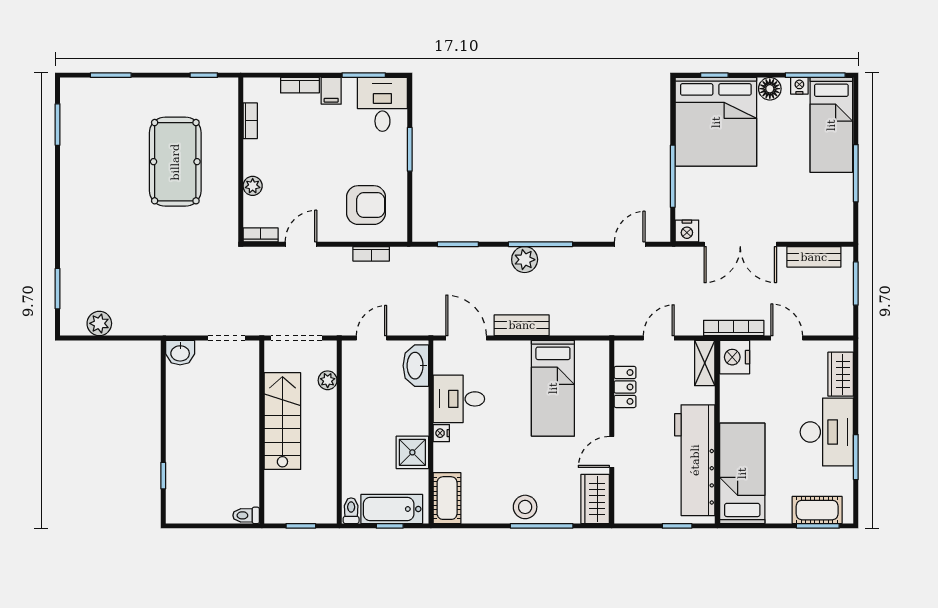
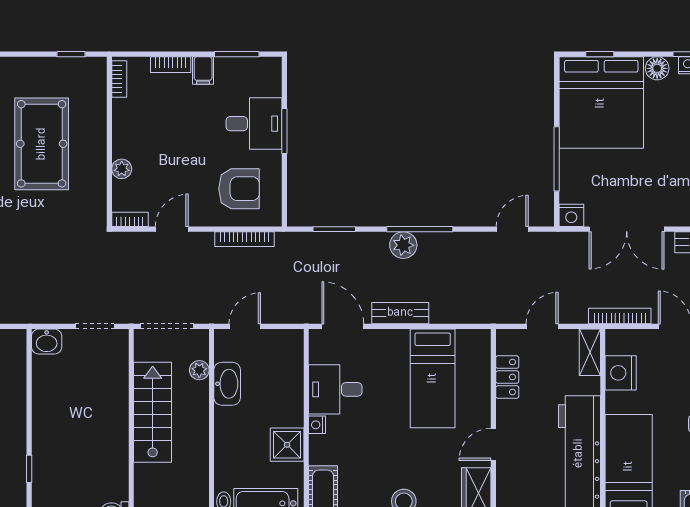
desk: (382, 104) -> (254, 124), moved, turned 90
bookcase: (250, 121) -> (119, 79), moved
bookcase: (371, 254) -> (244, 239), width x1.56
nightstand: (735, 357) -> (621, 373), moved
washbasin: (416, 366) -> (227, 384), moved, turned 180

